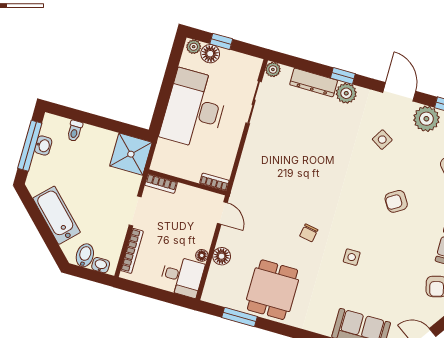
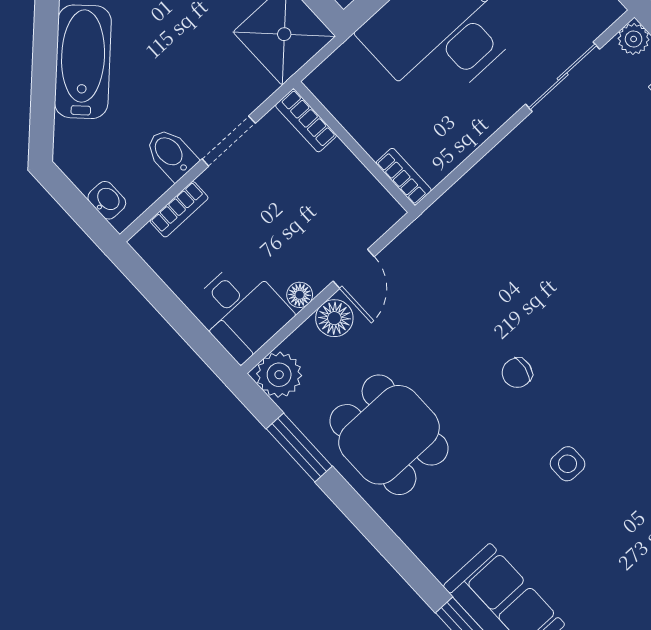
door: (222, 213) -> (354, 269), moved
bookcase: (132, 251) -> (179, 209), width x0.64
bidet: (85, 255) -> (171, 154), moved, turned -90
dining table: (272, 290) -> (389, 435), turned 90
plant: (213, 293) -> (279, 375), added

